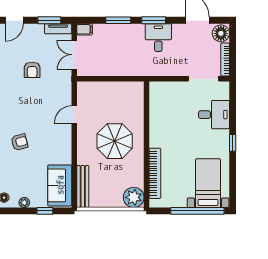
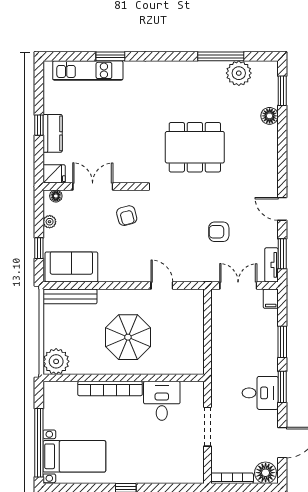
doorway: (204, 79) -> (208, 427), moved
desk: (214, 115) -> (162, 401), moved, turned 180
bookcase: (155, 173) -> (110, 389), moved

